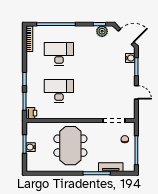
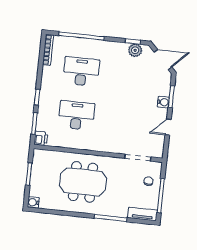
water cooler: (130, 58) -> (163, 102), moved
door: (136, 92) -> (168, 127), swing flipped
meeting table: (70, 146) -> (83, 182), turned 90
water cooler: (31, 147) -> (33, 202), moved
tv unit: (111, 167) -> (142, 214), moved

